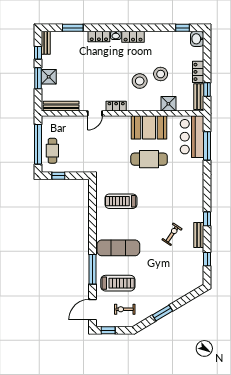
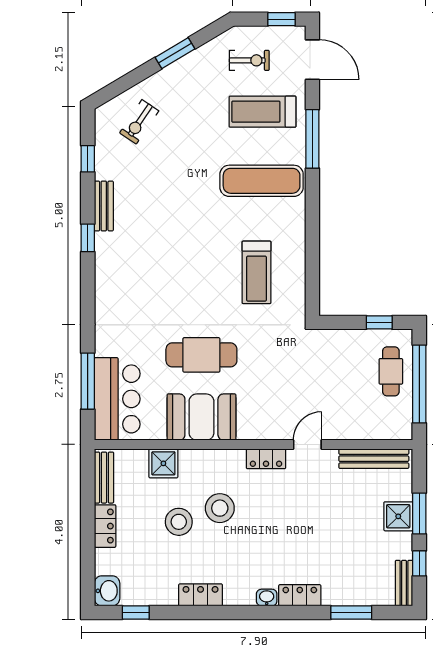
locker: (133, 37) -> (201, 595), moved
window: (207, 90) -> (88, 491), removed
treadmill: (121, 201) -> (257, 272), turned 90
exercise bike: (172, 234) -> (139, 122), moved
door: (92, 310) -> (312, 60), hinge flipped

